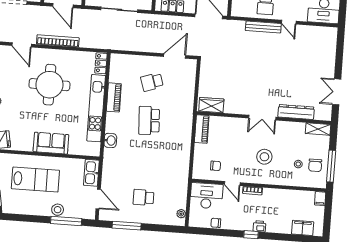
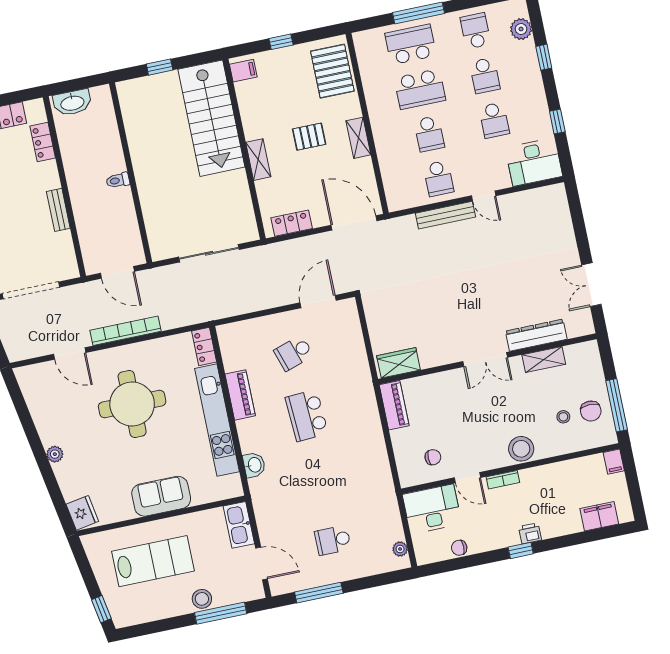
shelving: (318, 129) -> (544, 360), moved
stool: (264, 157) -> (521, 449), moved

